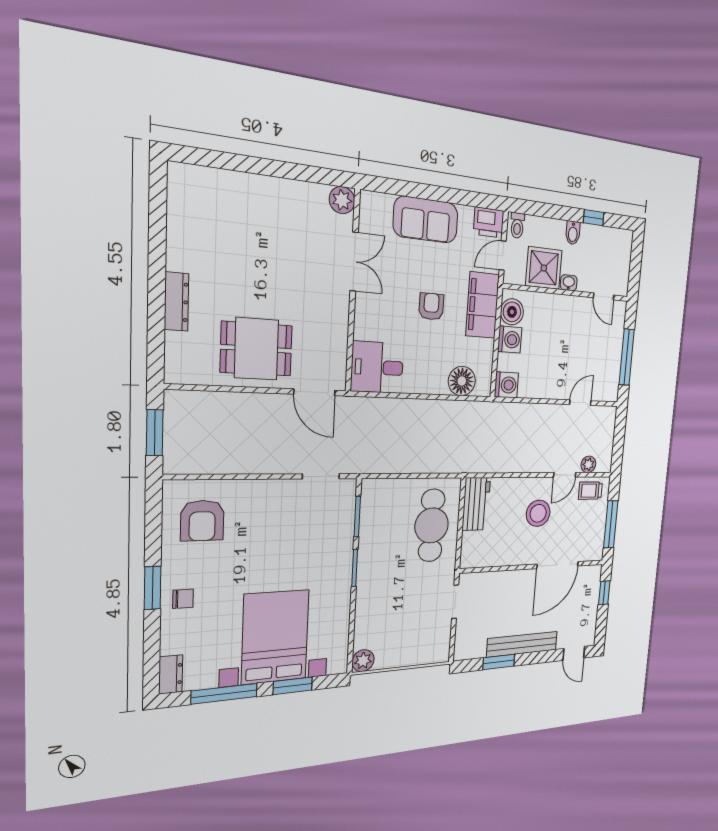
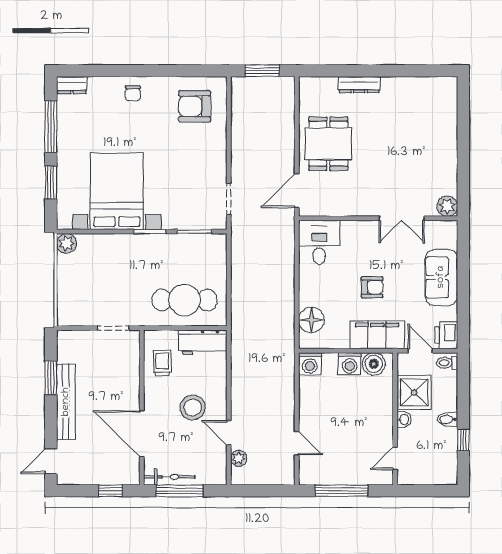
trolley: (590, 491) -> (162, 363), moved
bicycle: (598, 535) -> (169, 477), added
window: (152, 588) -> (143, 71), removed
bed with nightstands: (275, 637) -> (117, 191), moved, turned -90

